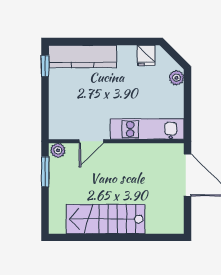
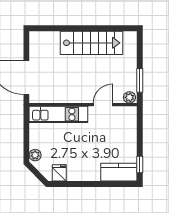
kitchen counter: (83, 56) -> (119, 172), width x0.67

